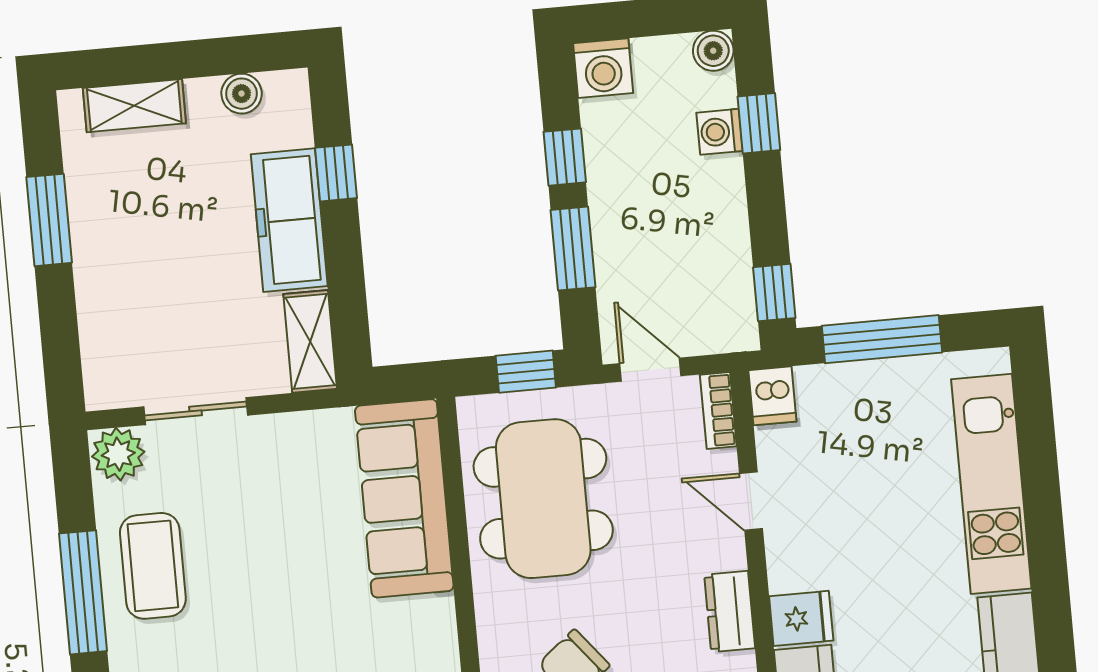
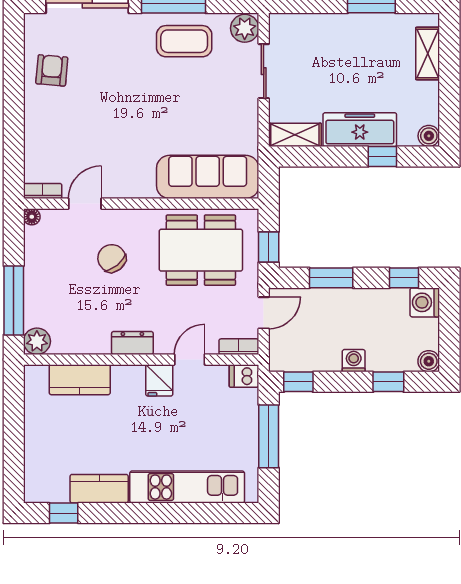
boiler: (242, 94) -> (429, 136), moved
washing machine: (720, 132) -> (354, 361), moved
window: (565, 157) -> (404, 278), moved
fridge: (801, 618) -> (159, 380), moved

